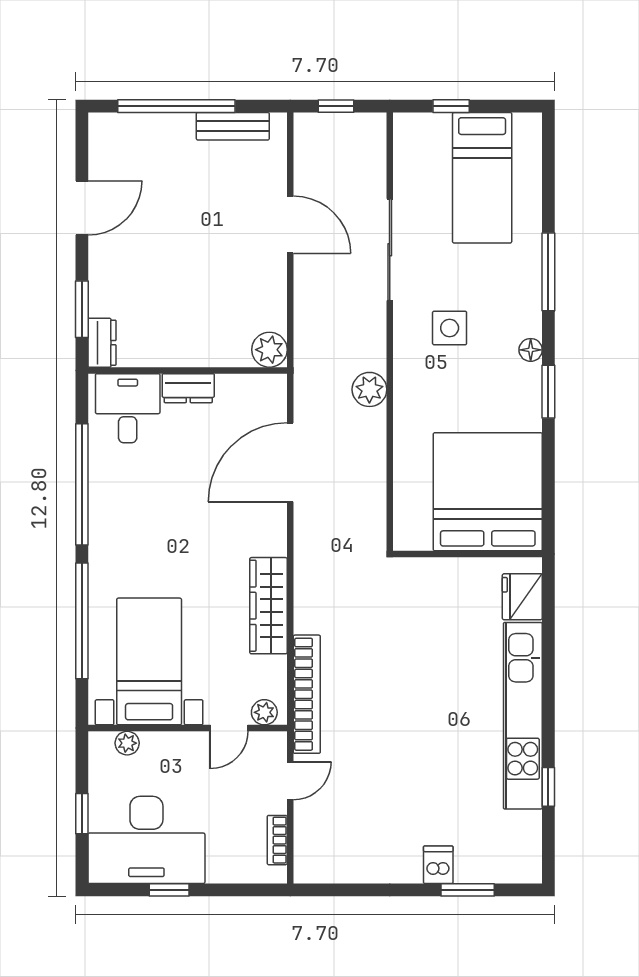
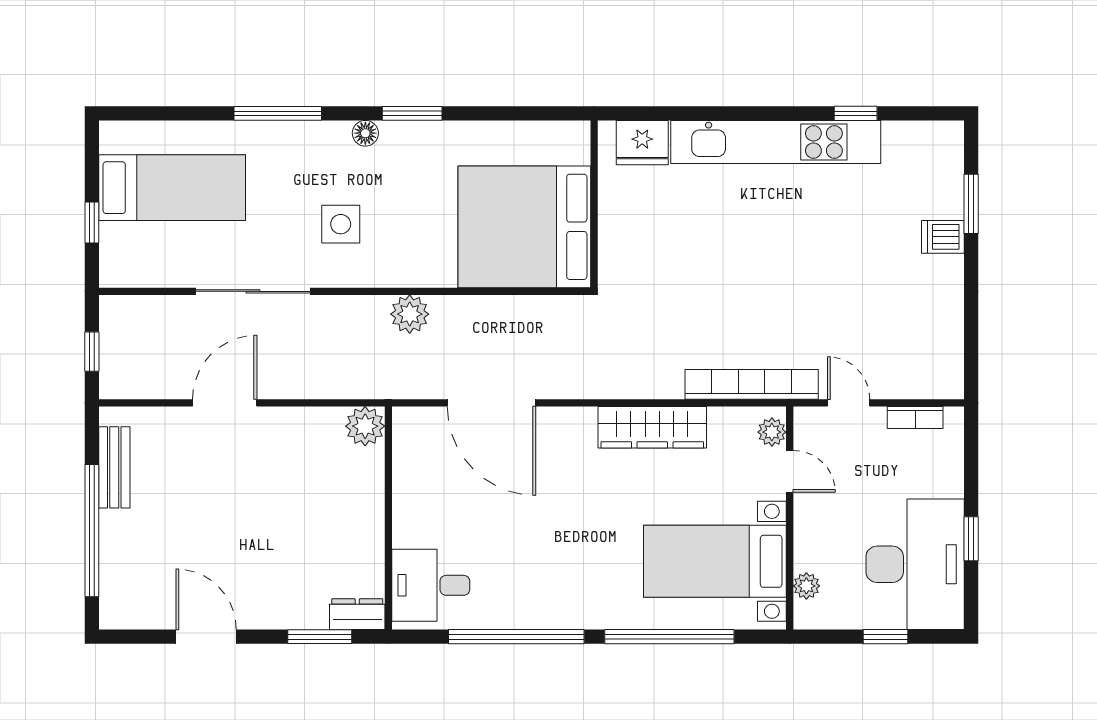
dresser: (188, 388) -> (408, 517), removed
bed: (488, 492) -> (524, 227), moved

